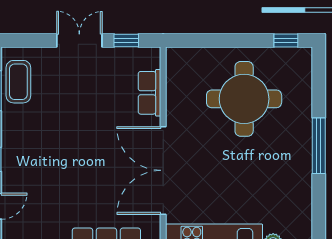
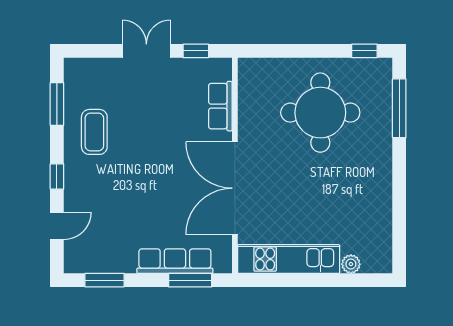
coffee table: (18, 82) -> (94, 132), moved
window: (319, 146) -> (399, 108), moved

